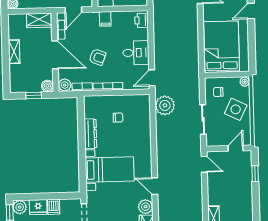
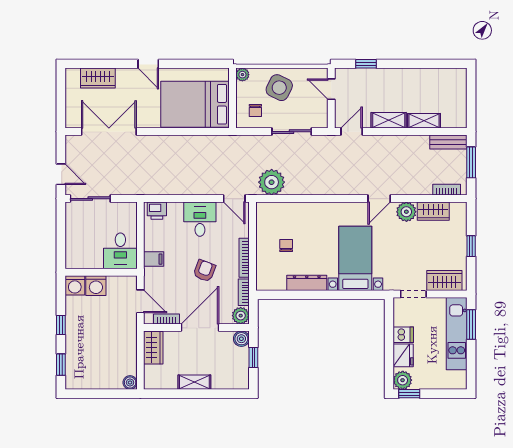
shelving: (213, 192) -> (389, 120), added

